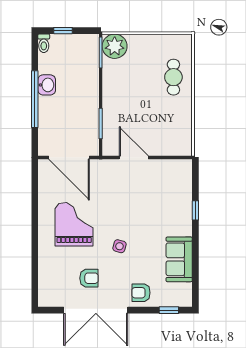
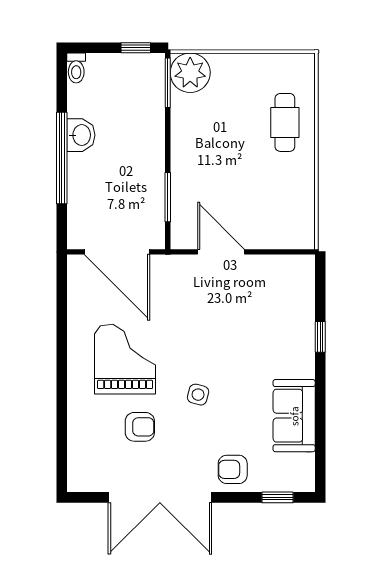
window: (63, 31) -> (136, 48), moved
armchair: (89, 278) -> (140, 427), moved

